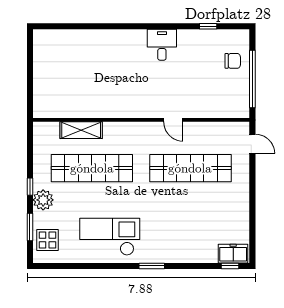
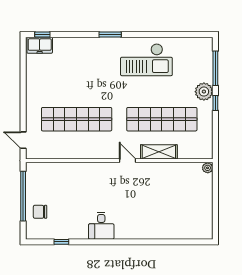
plant: (39, 112) -> (208, 168), added
door: (173, 120) -> (128, 161), moved
shelving: (81, 130) -> (159, 152), moved
window: (30, 227) -> (215, 68), width x1.44
display table: (47, 240) -> (200, 57), removed

